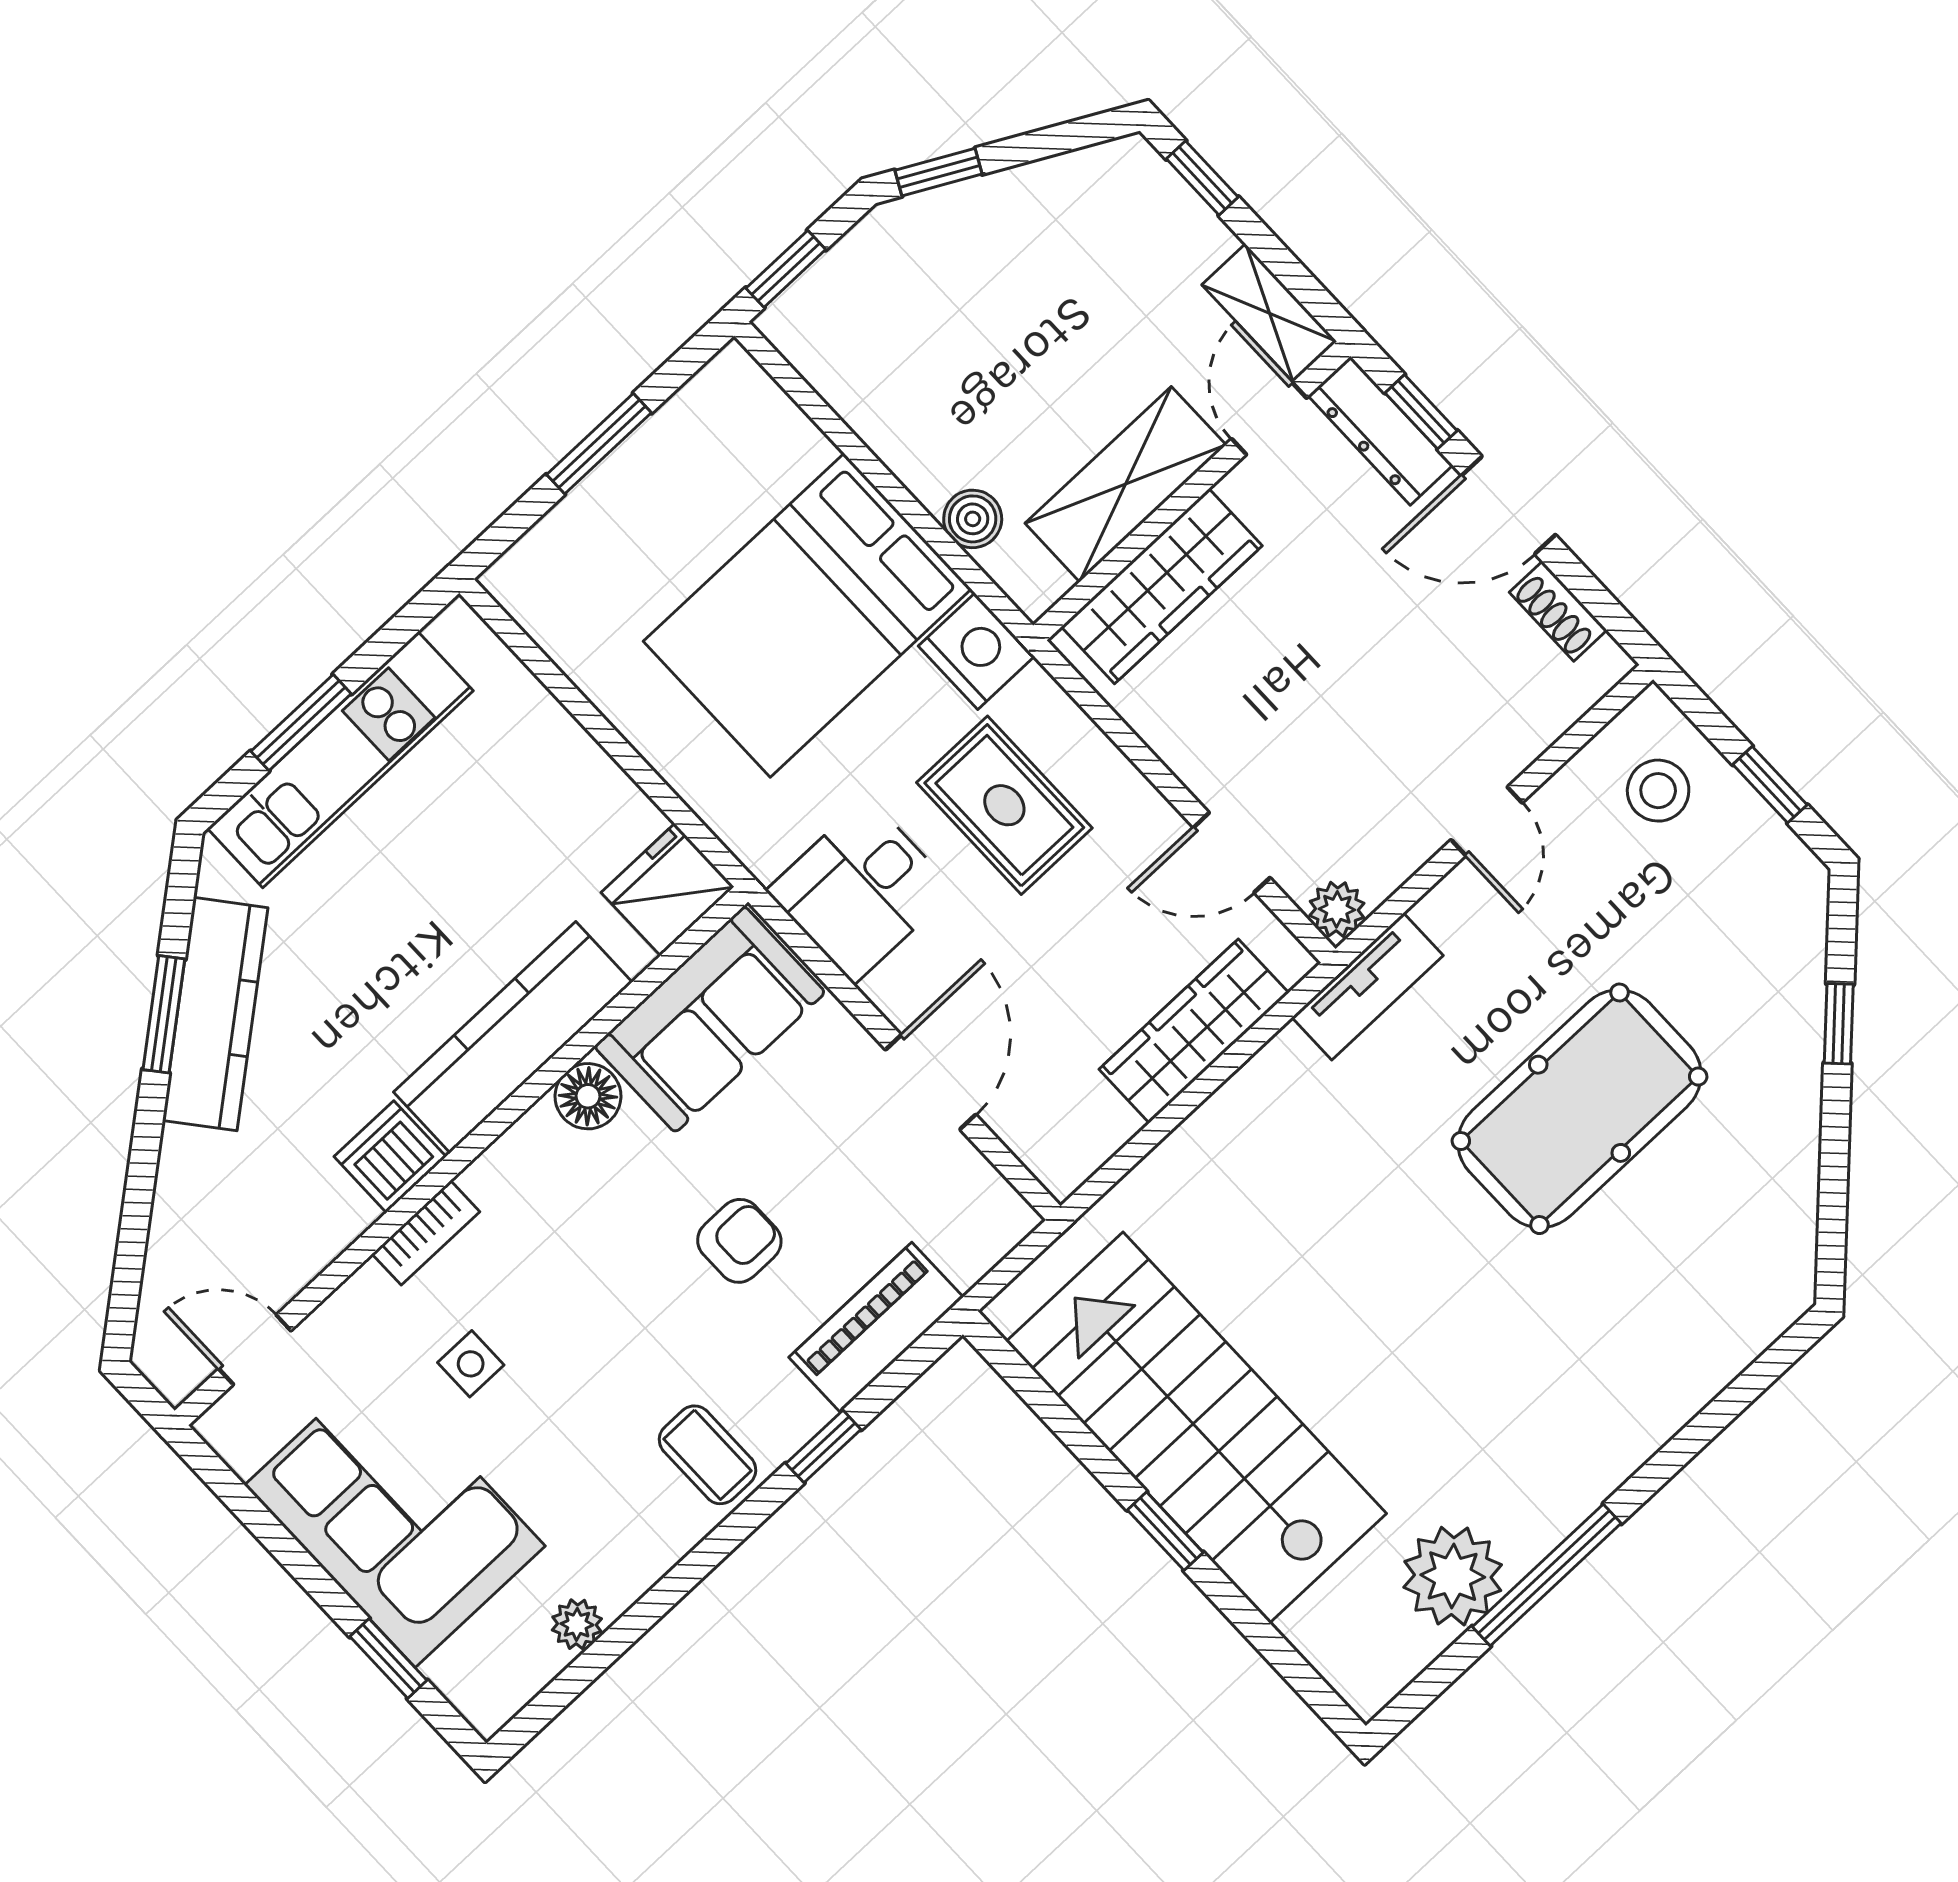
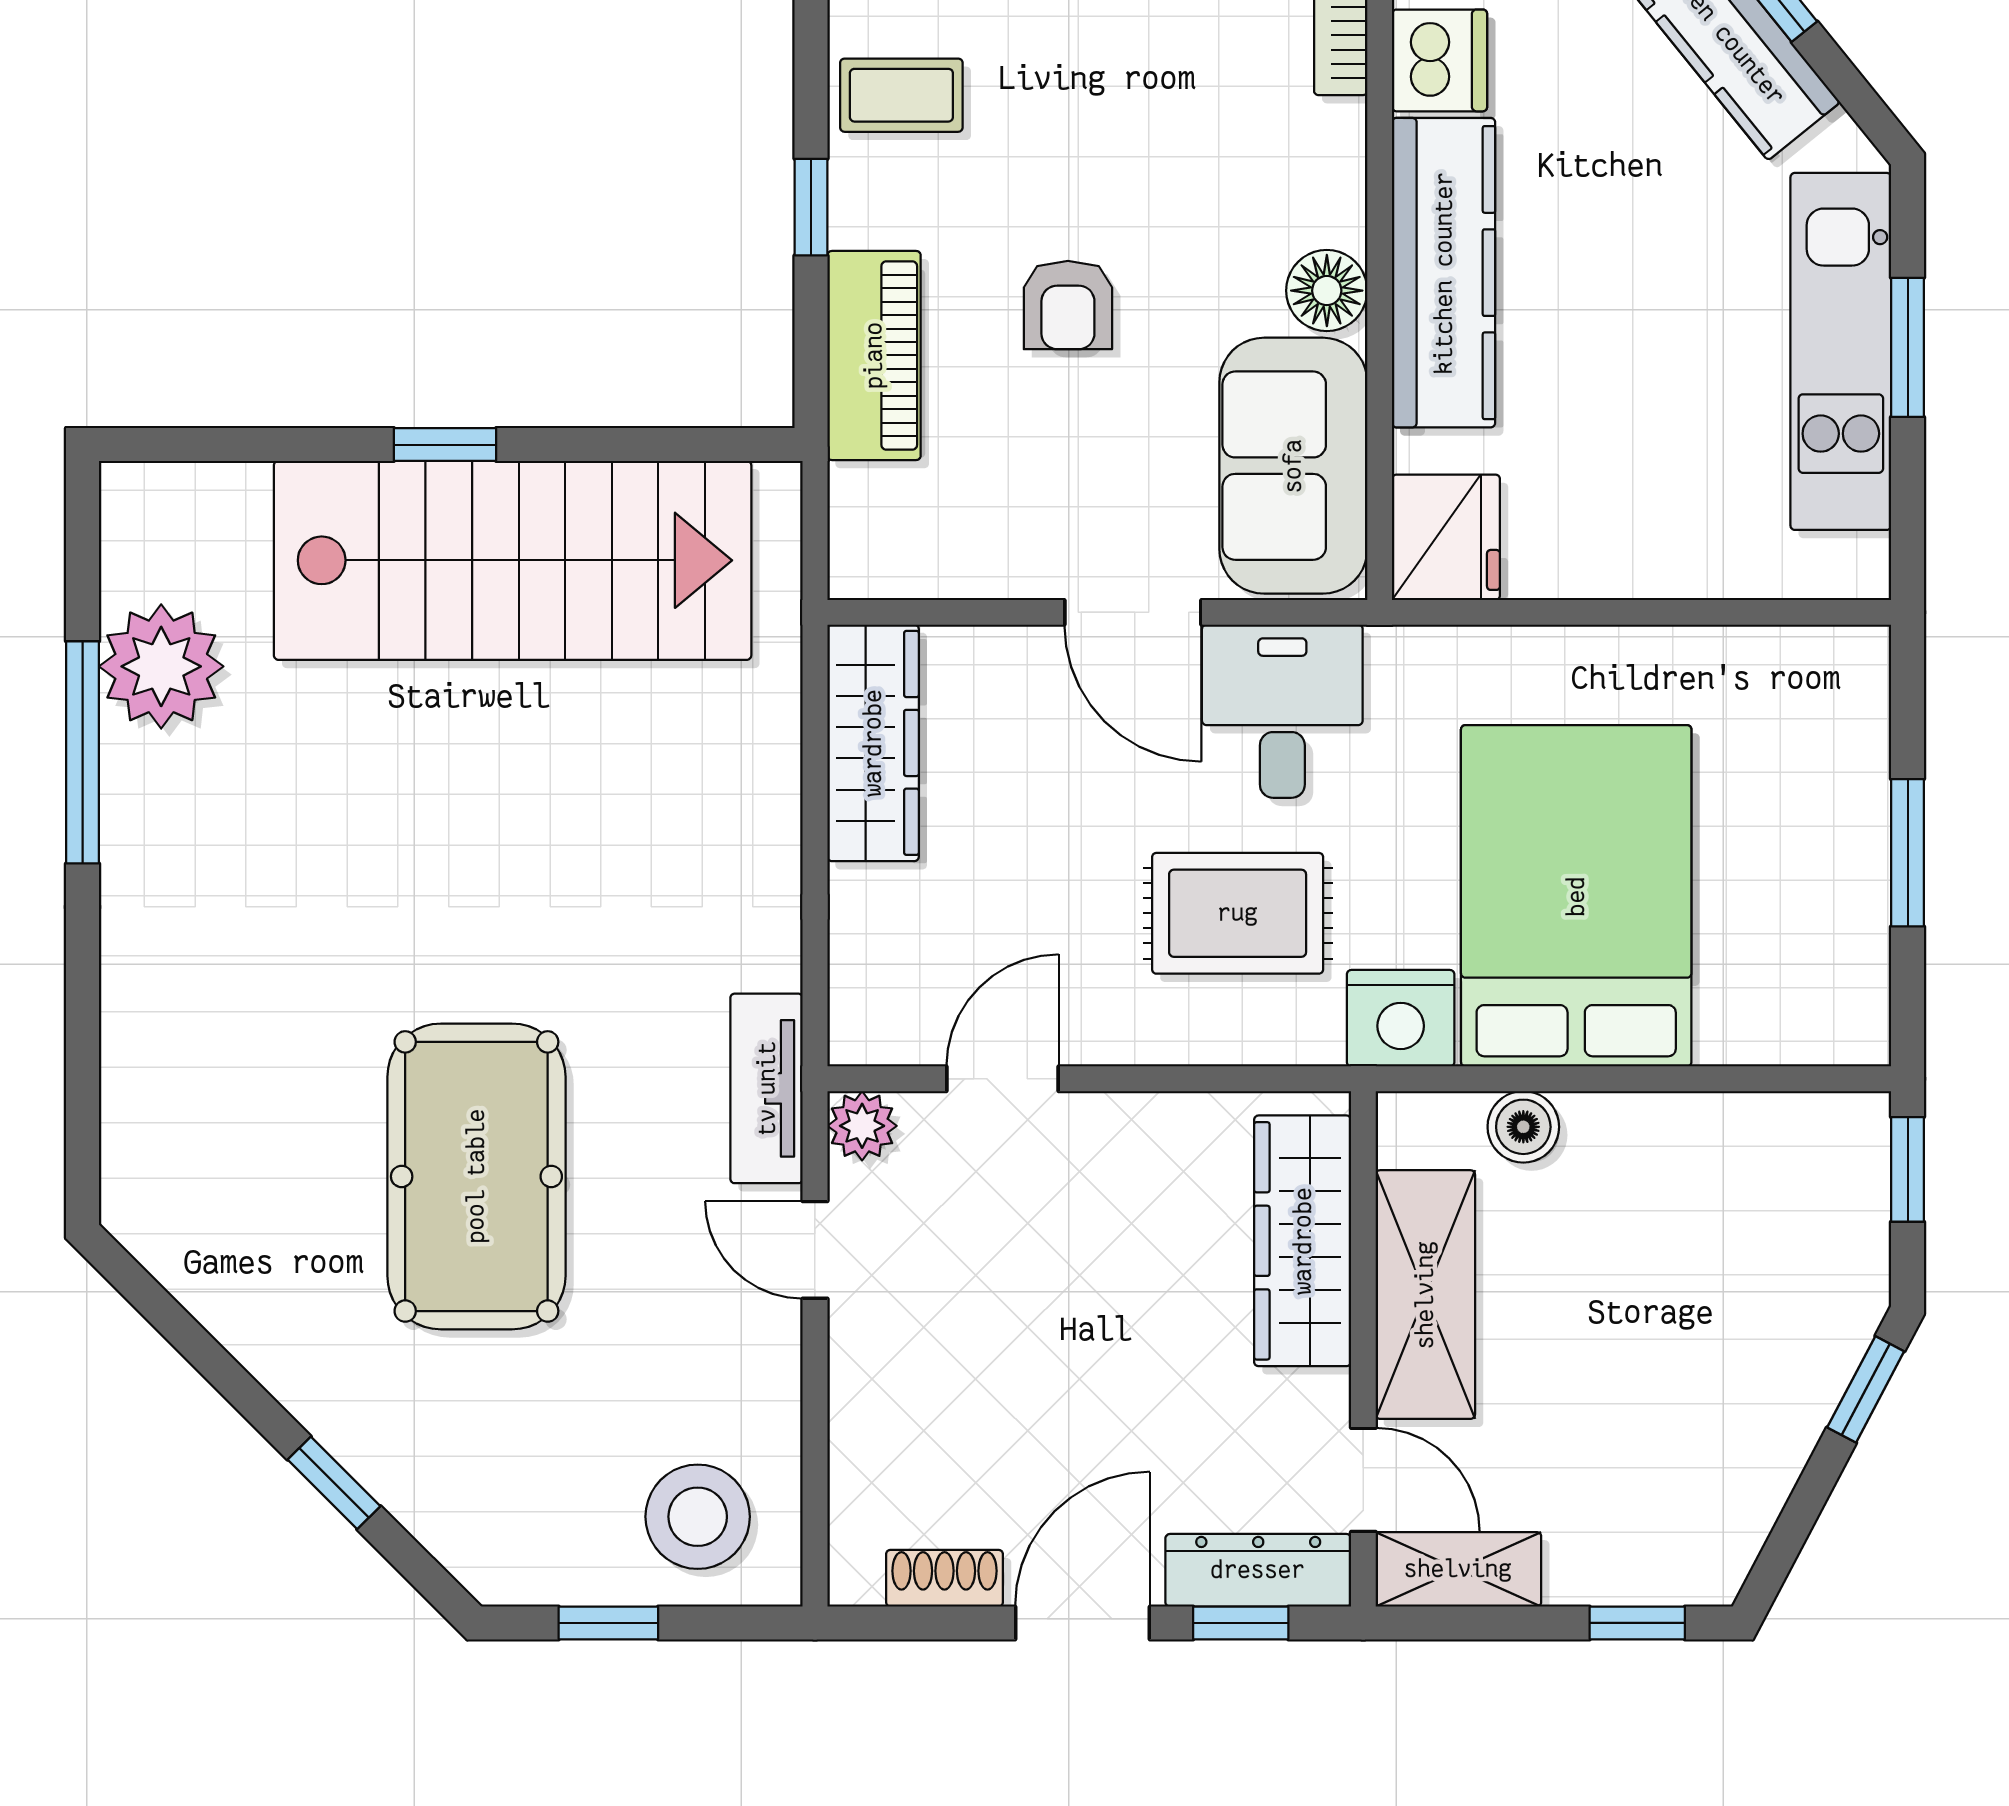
stool: (1658, 791) -> (698, 1517), width x1.38, depth x1.38
door: (1487, 821) -> (815, 1250), moved
wardrobe: (1194, 1031) -> (873, 743), moved
door: (931, 1082) -> (1133, 612), moved

